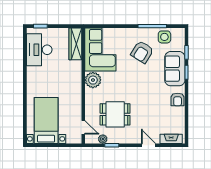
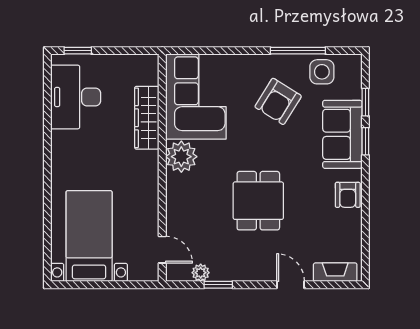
wardrobe: (75, 44) -> (147, 118), moved
dining table: (115, 114) -> (258, 201), moved, turned 90

